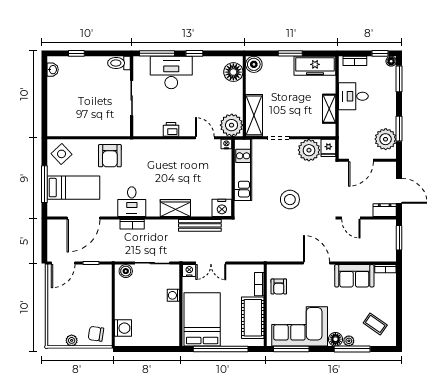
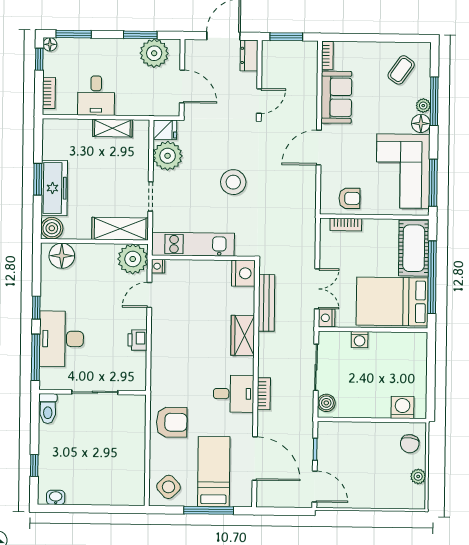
freezer: (315, 66) -> (54, 188), moved
cot: (253, 318) -> (414, 248), moved, turned 90

